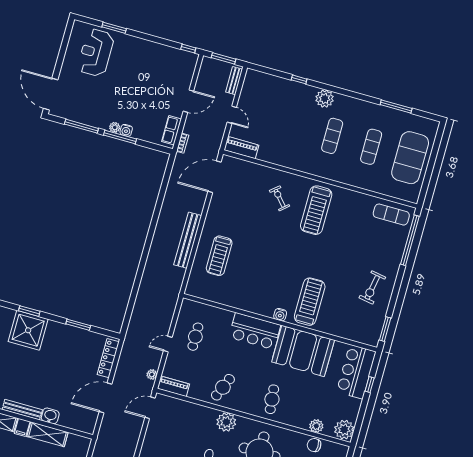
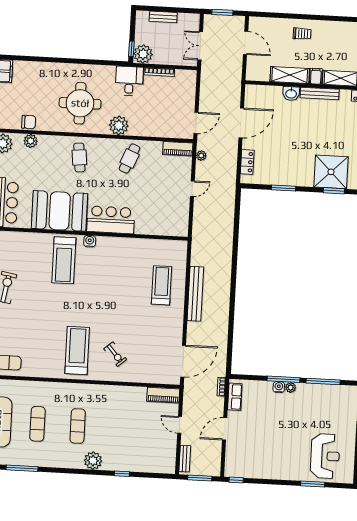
cafe table: (195, 337) -> (167, 202), removed
locker: (108, 358) -> (247, 162), width x0.66

